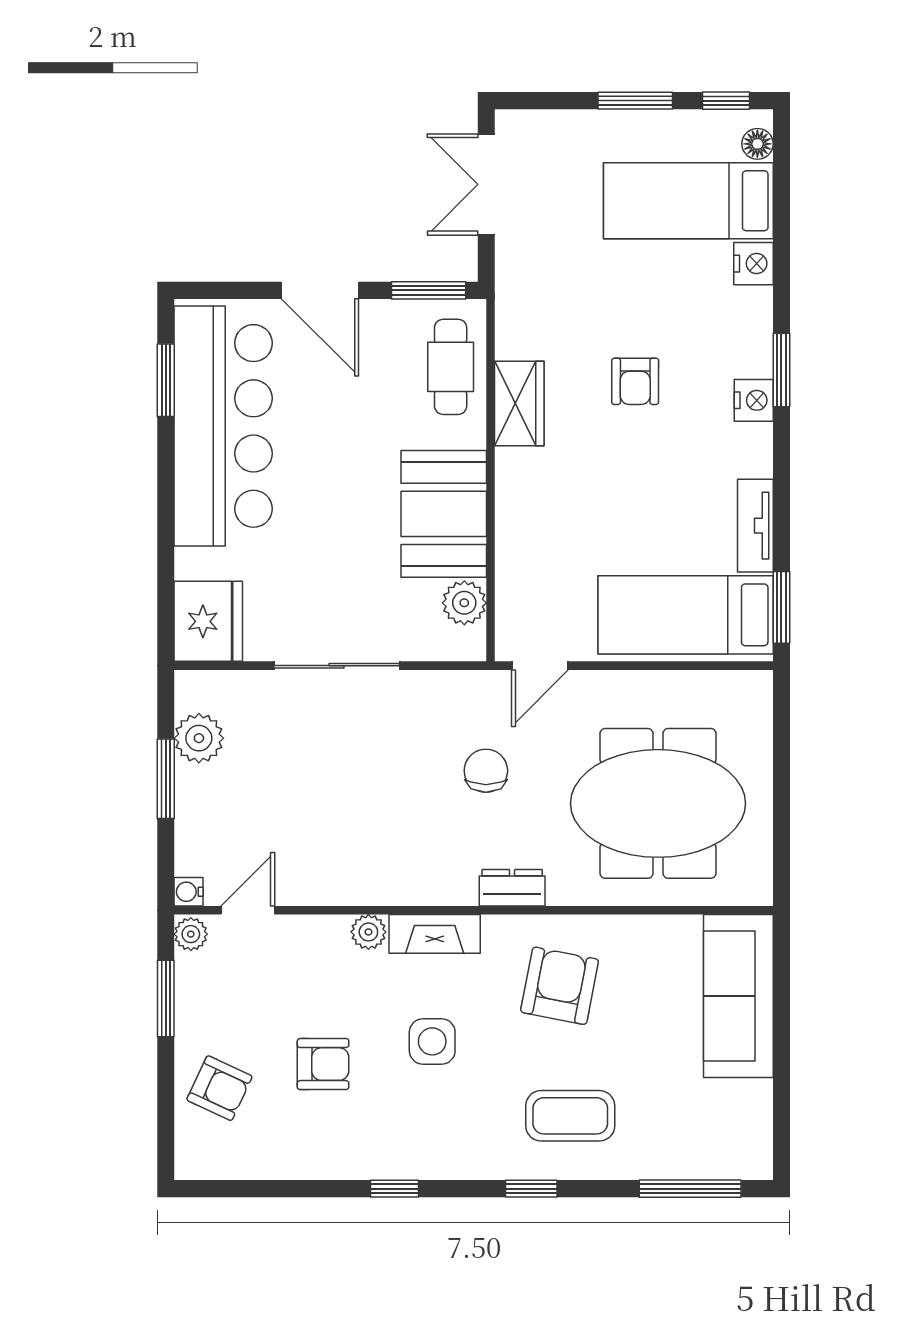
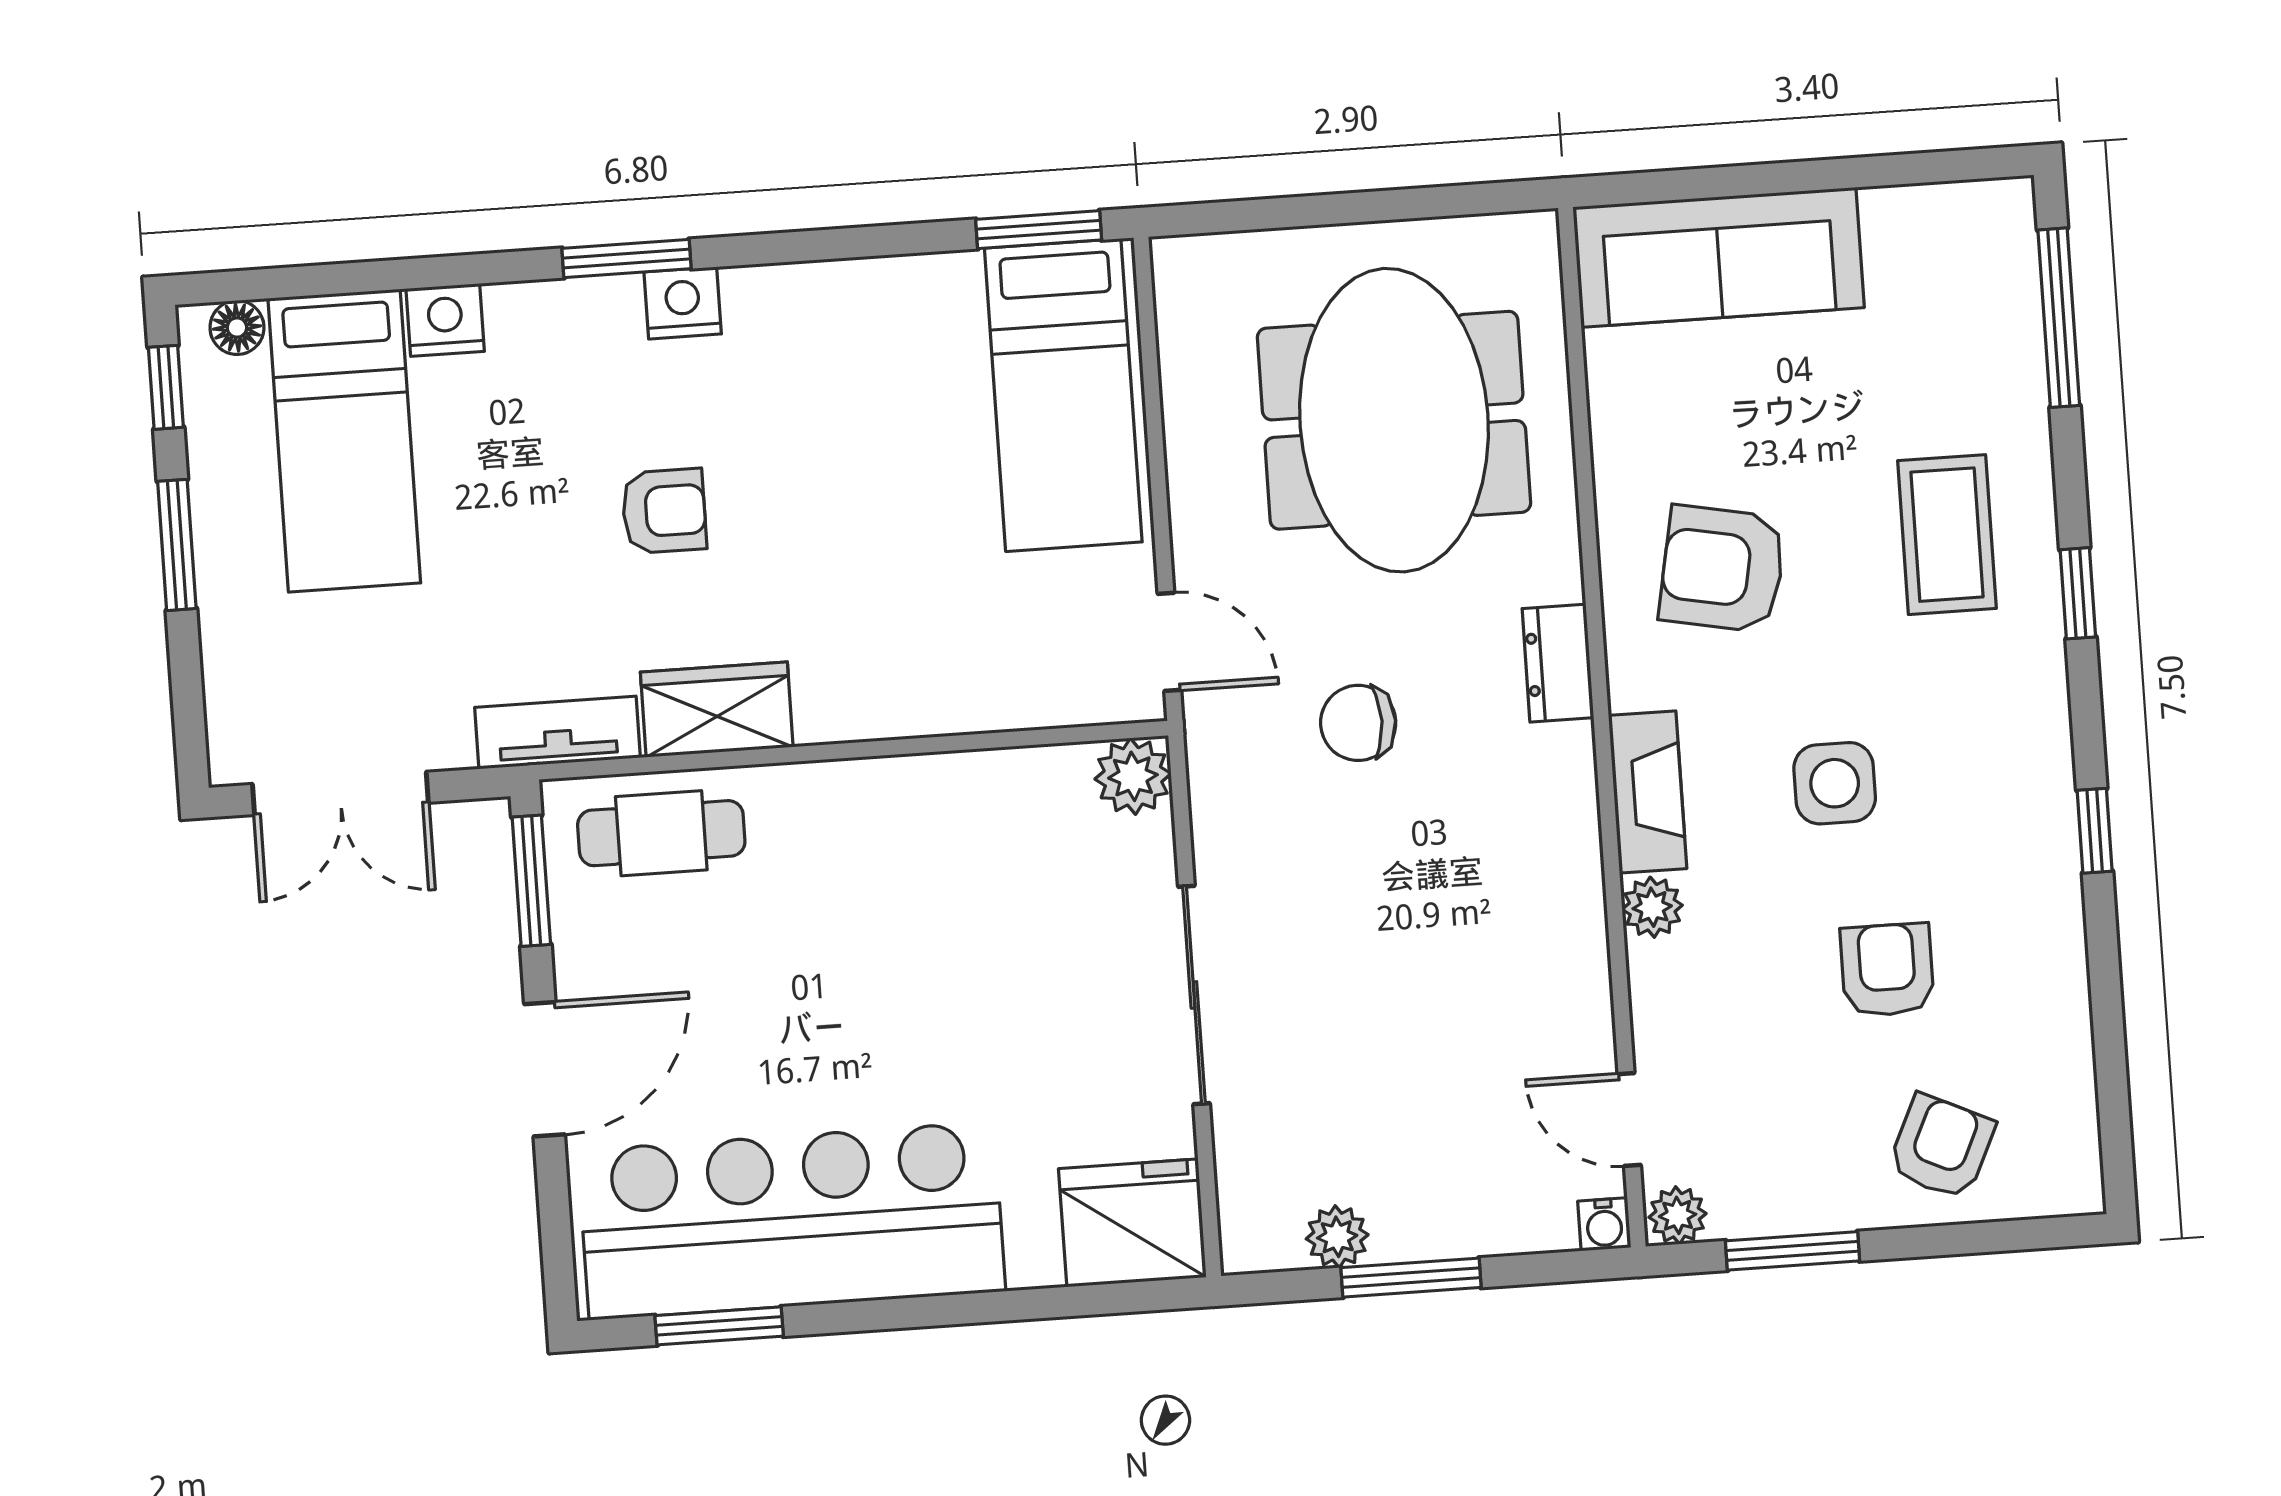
booth: (444, 514) -> (917, 827), removed
tv unit: (755, 526) -> (558, 733), moved, turned 180
plant: (464, 603) -> (1133, 776), moved
plant: (199, 738) -> (1337, 1237), width x0.73, depth x0.73

